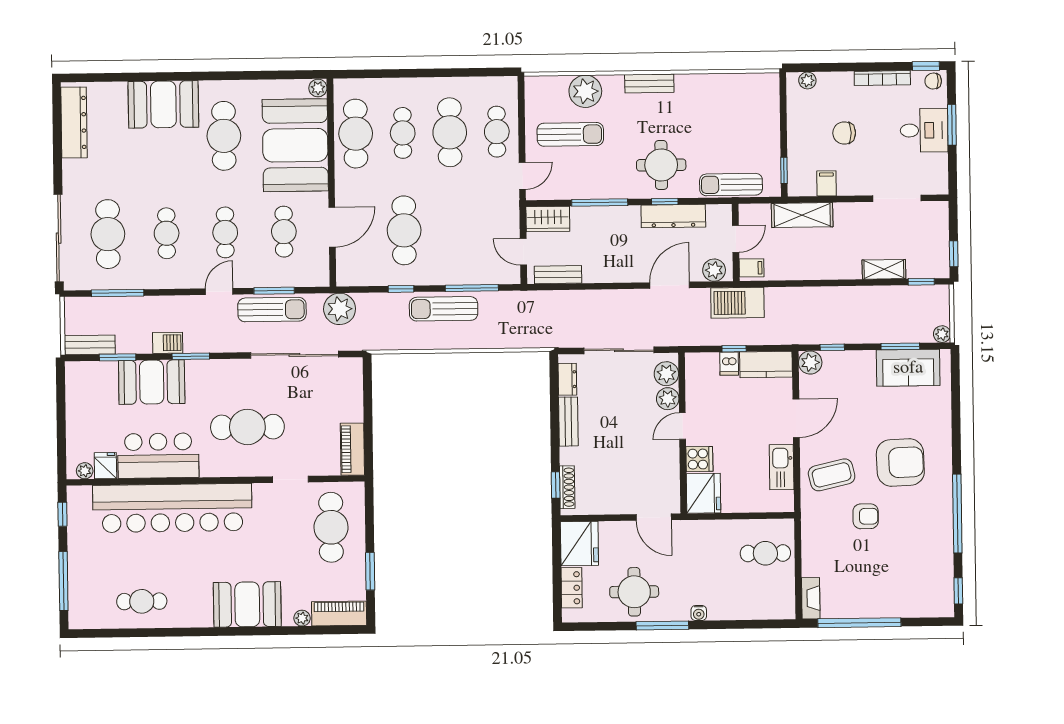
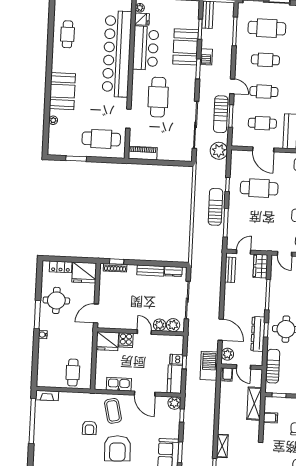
piano: (339, 613) -> (54, 140), removed

